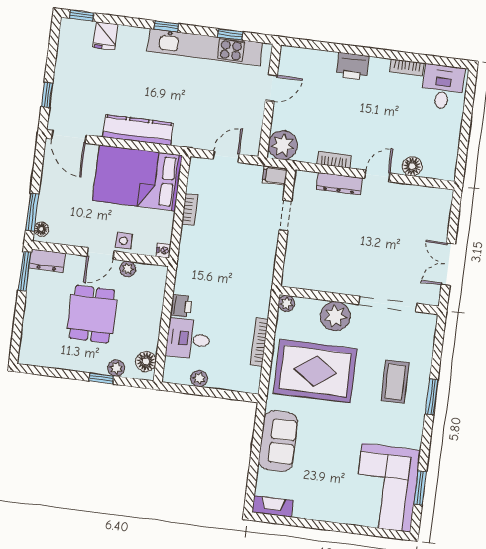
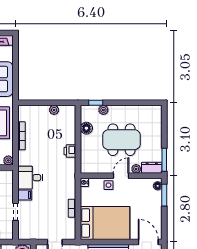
filing cabinet: (275, 176) -> (25, 195), moved
plant: (128, 269) -> (136, 169), moved
dining table: (92, 314) -> (122, 140), width x1.38
desk: (188, 339) -> (30, 178), moved, turned 180
floor lamp: (146, 361) -> (86, 128), moved
window: (101, 378) -> (96, 103), moved

